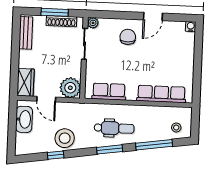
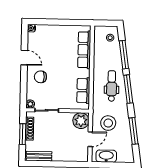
wardrobe: (25, 82) -> (78, 156), removed
stool: (65, 138) -> (108, 123), moved
window: (110, 149) -> (128, 89), width x1.44
window: (56, 155) -> (133, 131), width x2.17

